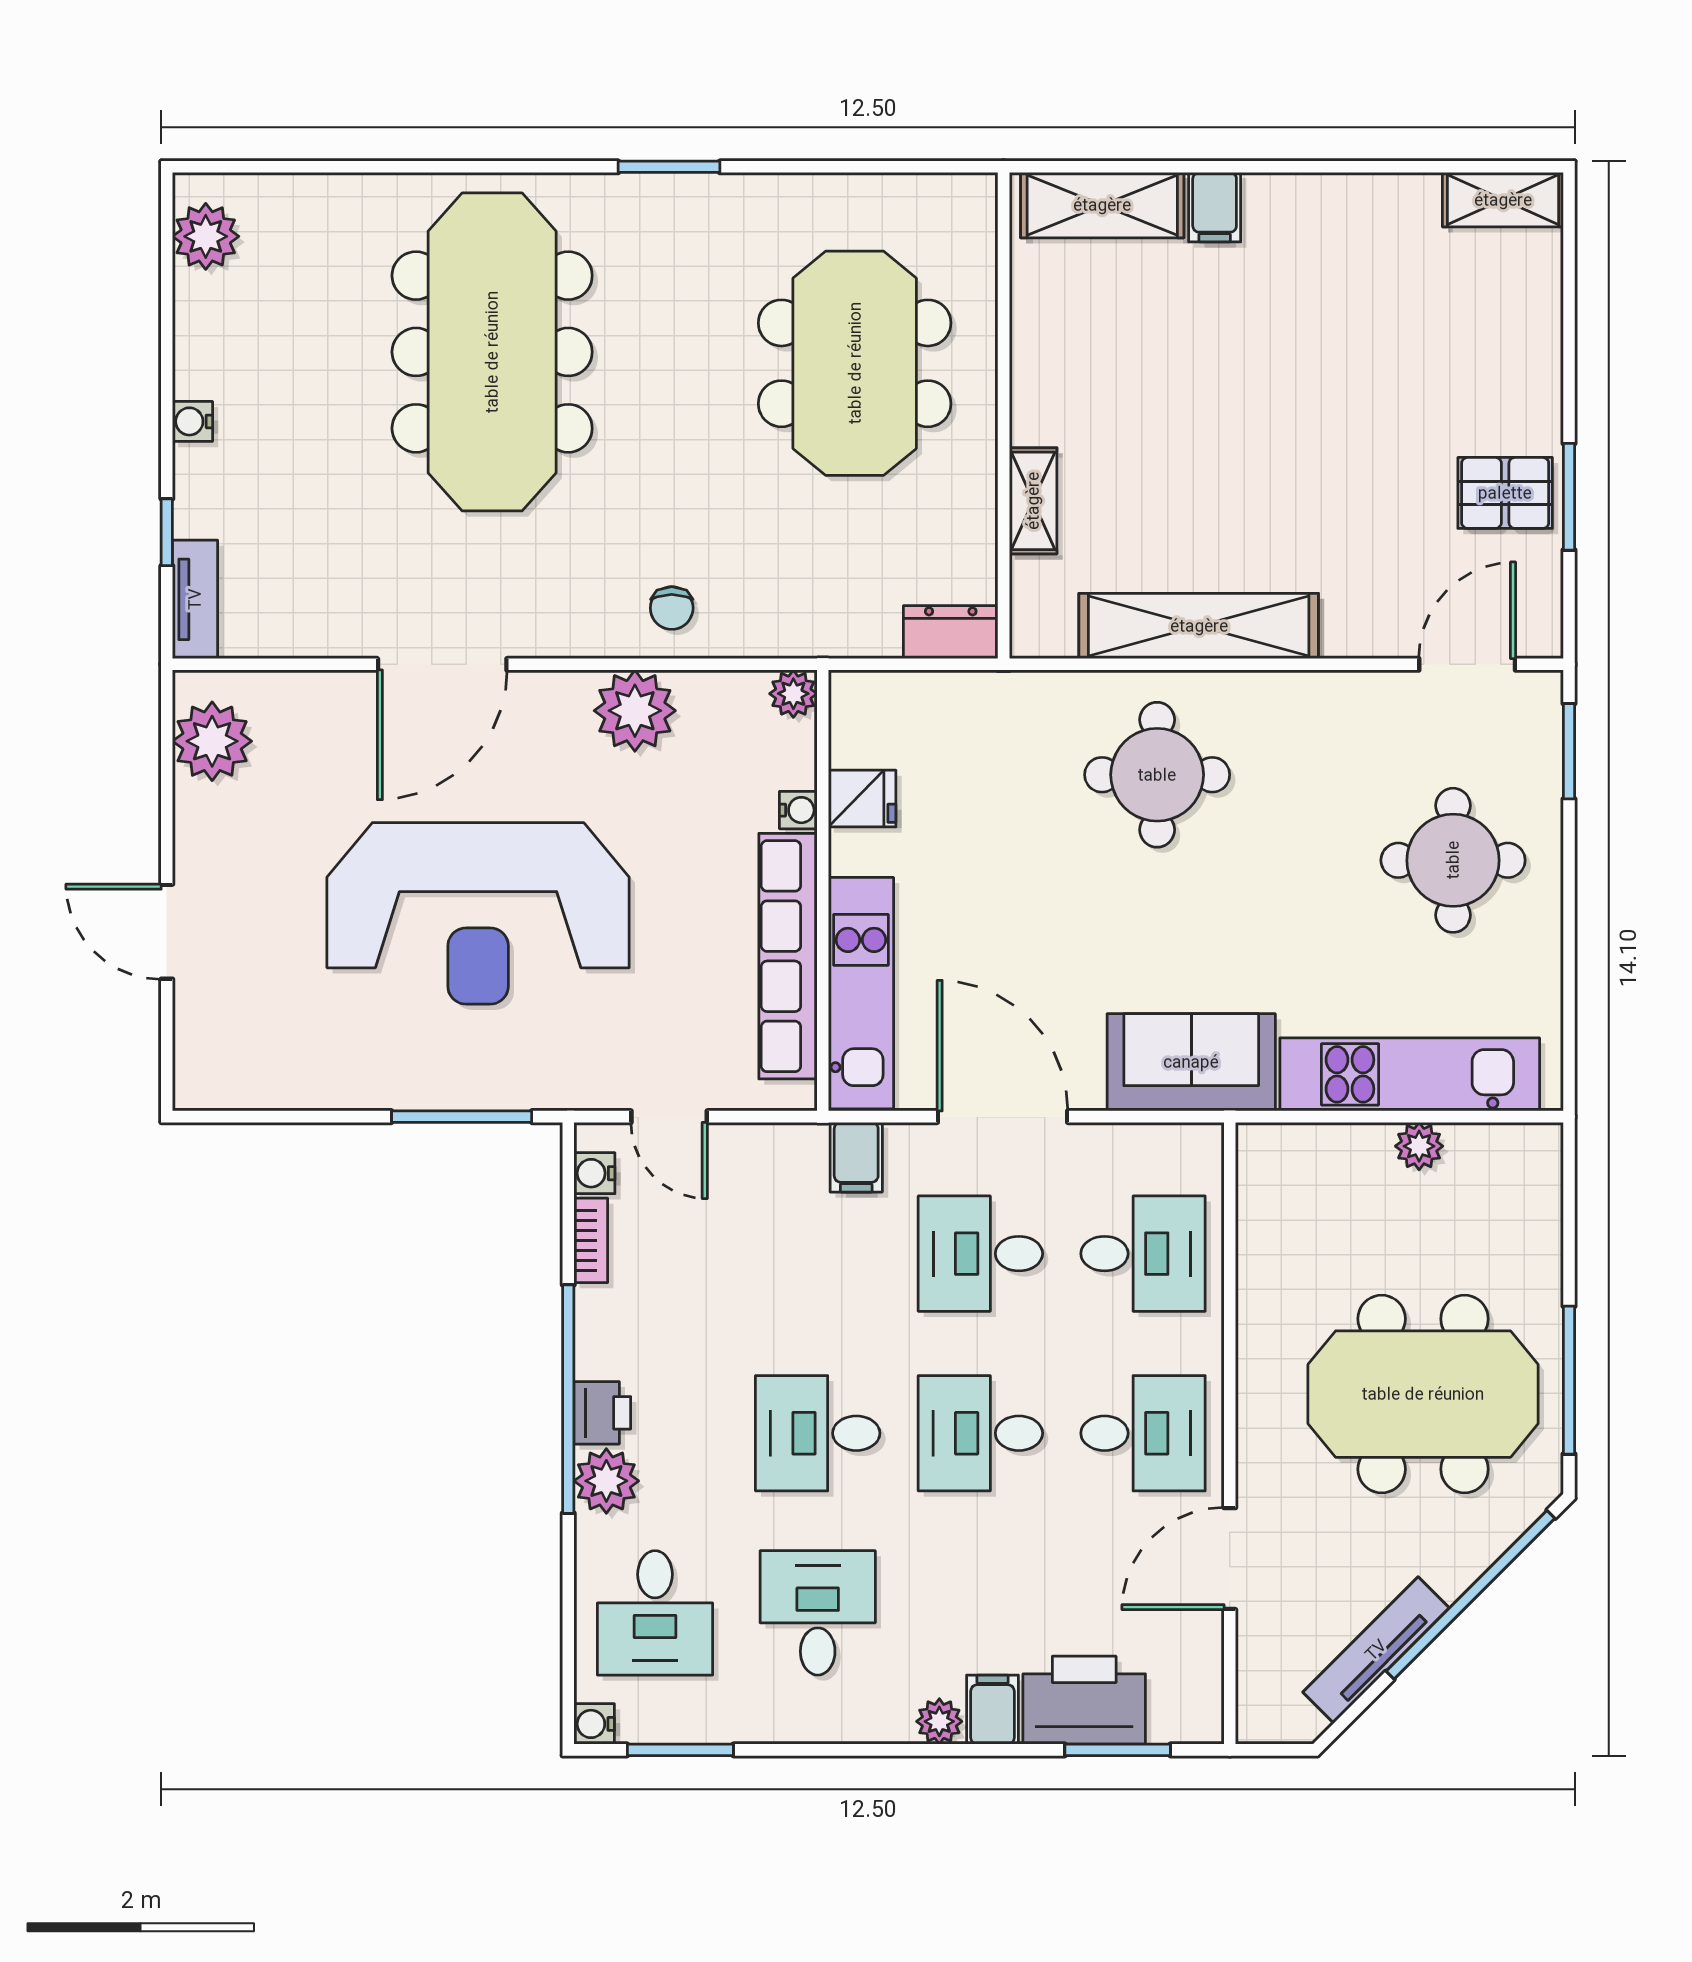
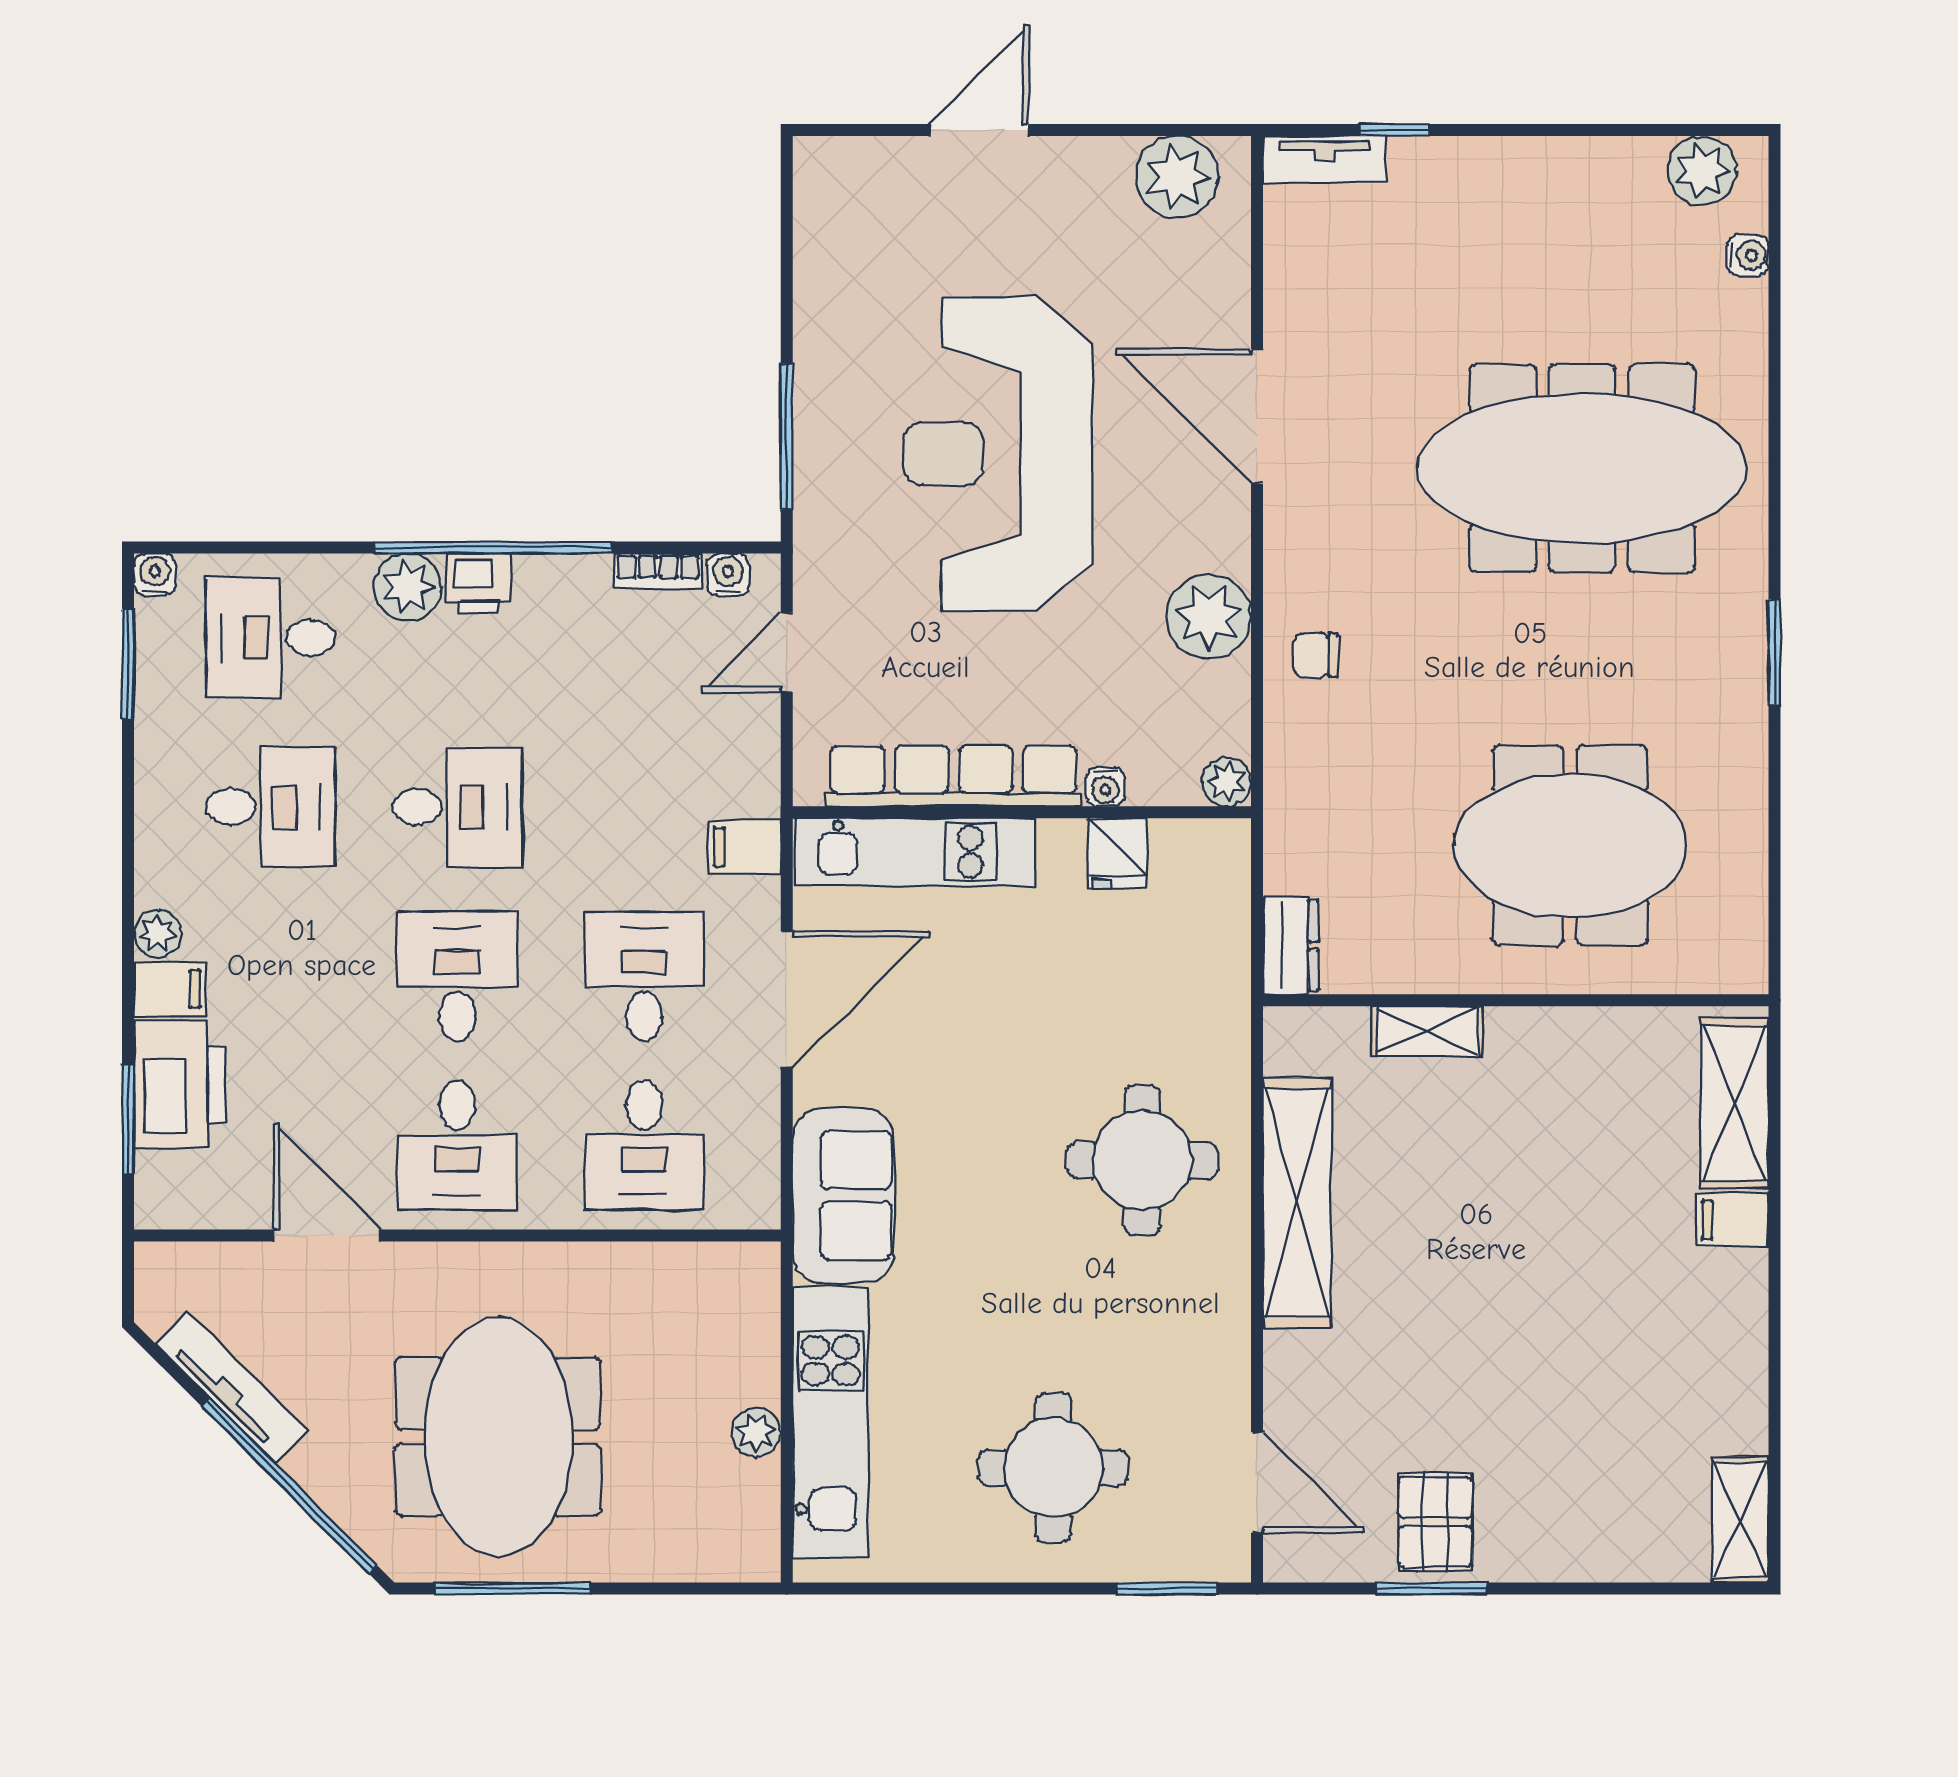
water cooler: (193, 421) -> (1748, 255), moved, turned 90
desk: (818, 1433) -> (457, 807), turned 90

